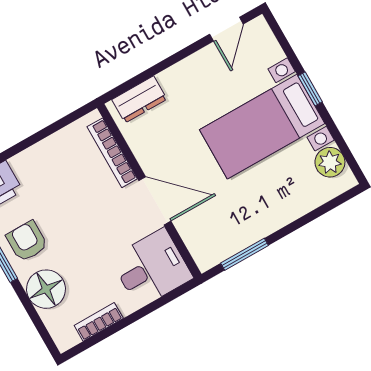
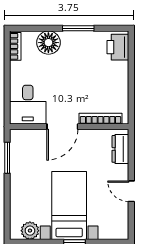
door: (226, 29) -> (131, 191), moved
armchair: (27, 241) -> (79, 47), removed
bookcase: (99, 322) -> (15, 46), moved

